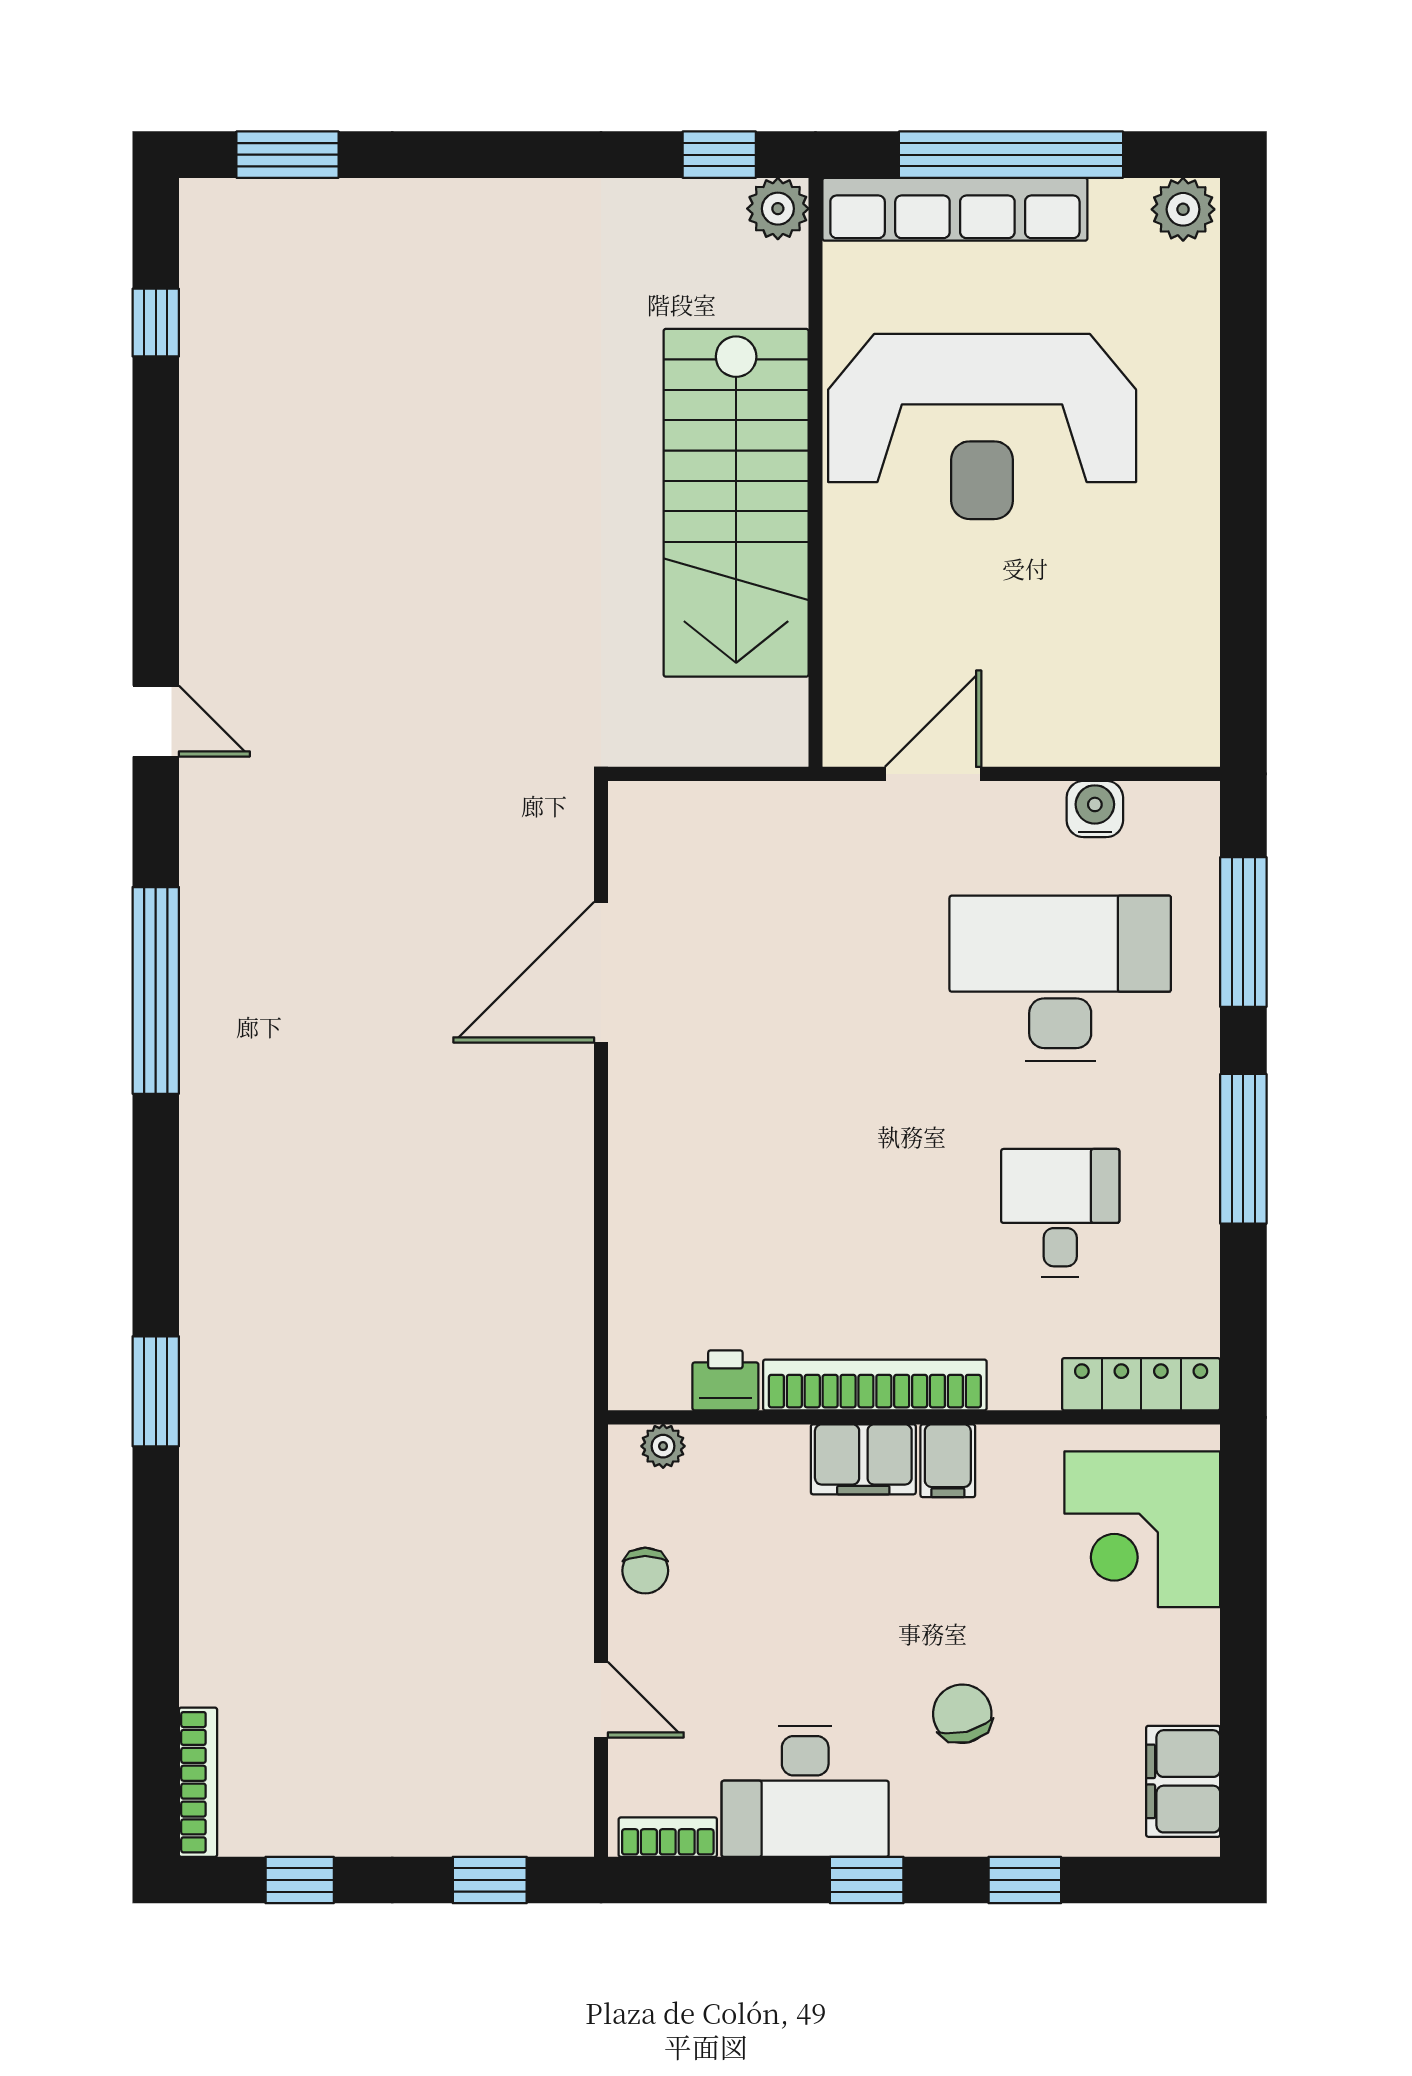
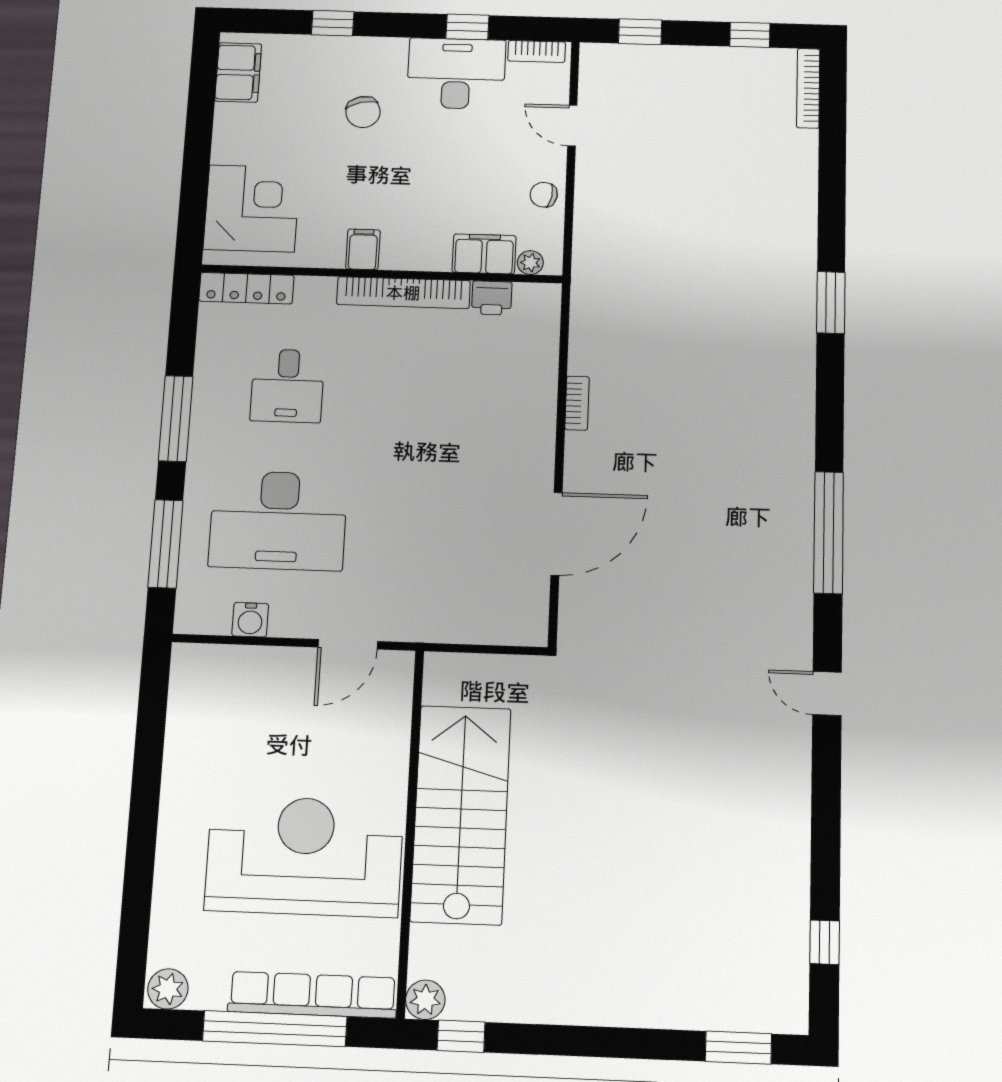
bookcase: (575, 1199) -> (577, 403), added
filing cabinet: (863, 1459) -> (484, 254), moved
chair: (645, 1571) -> (544, 195), turned -80
window: (867, 1880) -> (467, 27), moved

